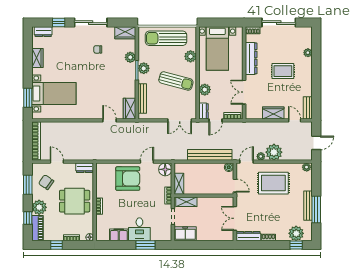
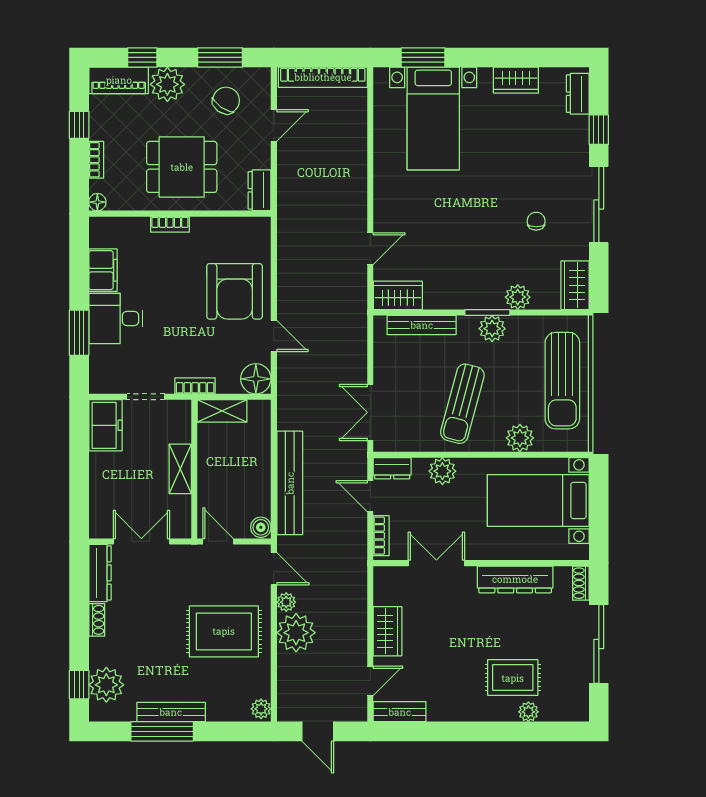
sun lounger: (166, 38) -> (562, 381), turned 180
rug: (283, 71) -> (513, 678), moved, turned 90
rug: (273, 183) -> (224, 631), turned 90
door: (235, 186) -> (218, 541), swing flipped
dining table: (75, 201) -> (182, 167), turned 90
shelving: (186, 202) -> (180, 469), moved

